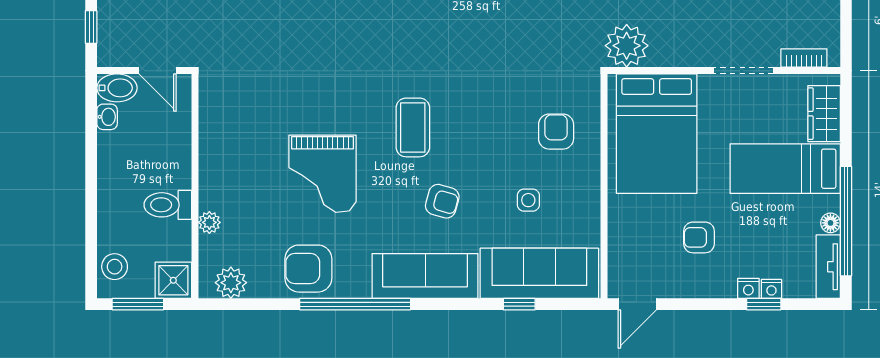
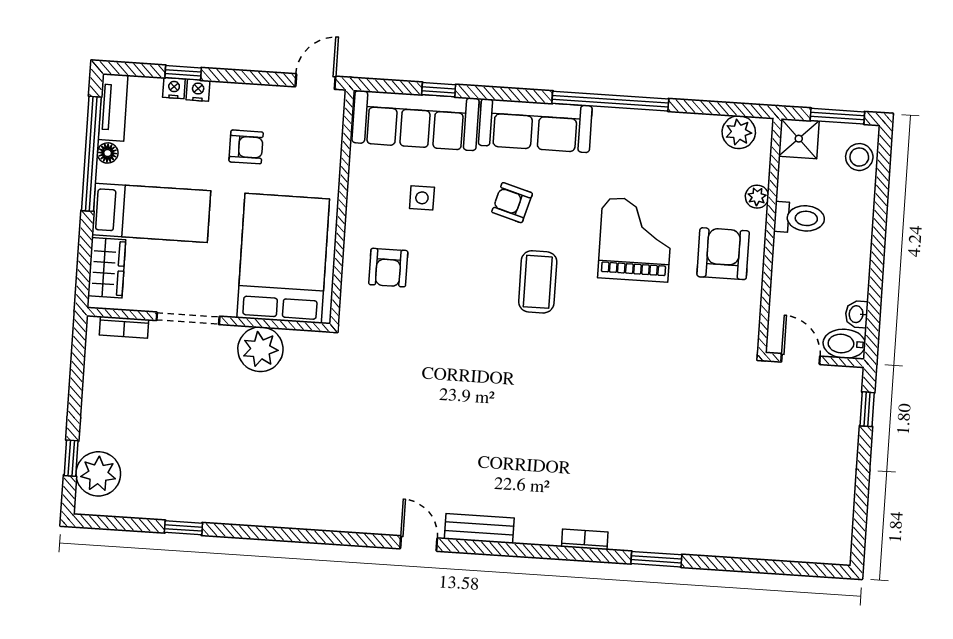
plant: (627, 46) -> (260, 349), moved
armchair: (308, 269) -> (723, 254), moved, turned -90

